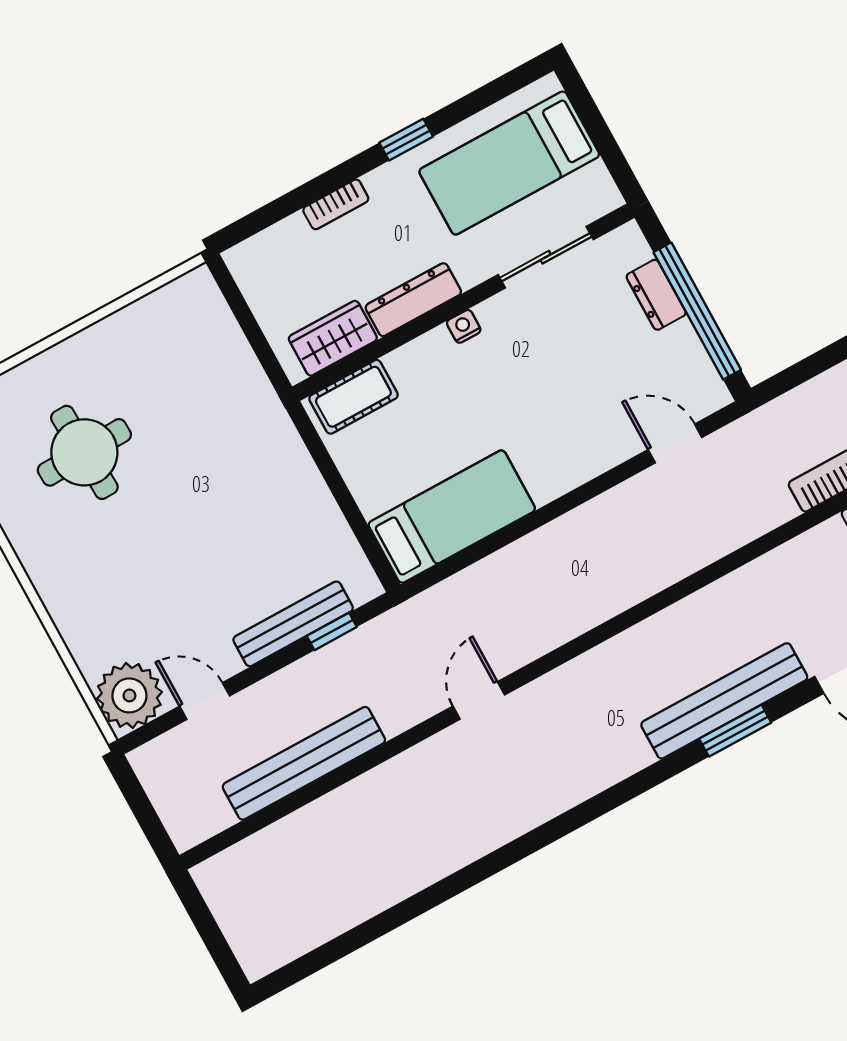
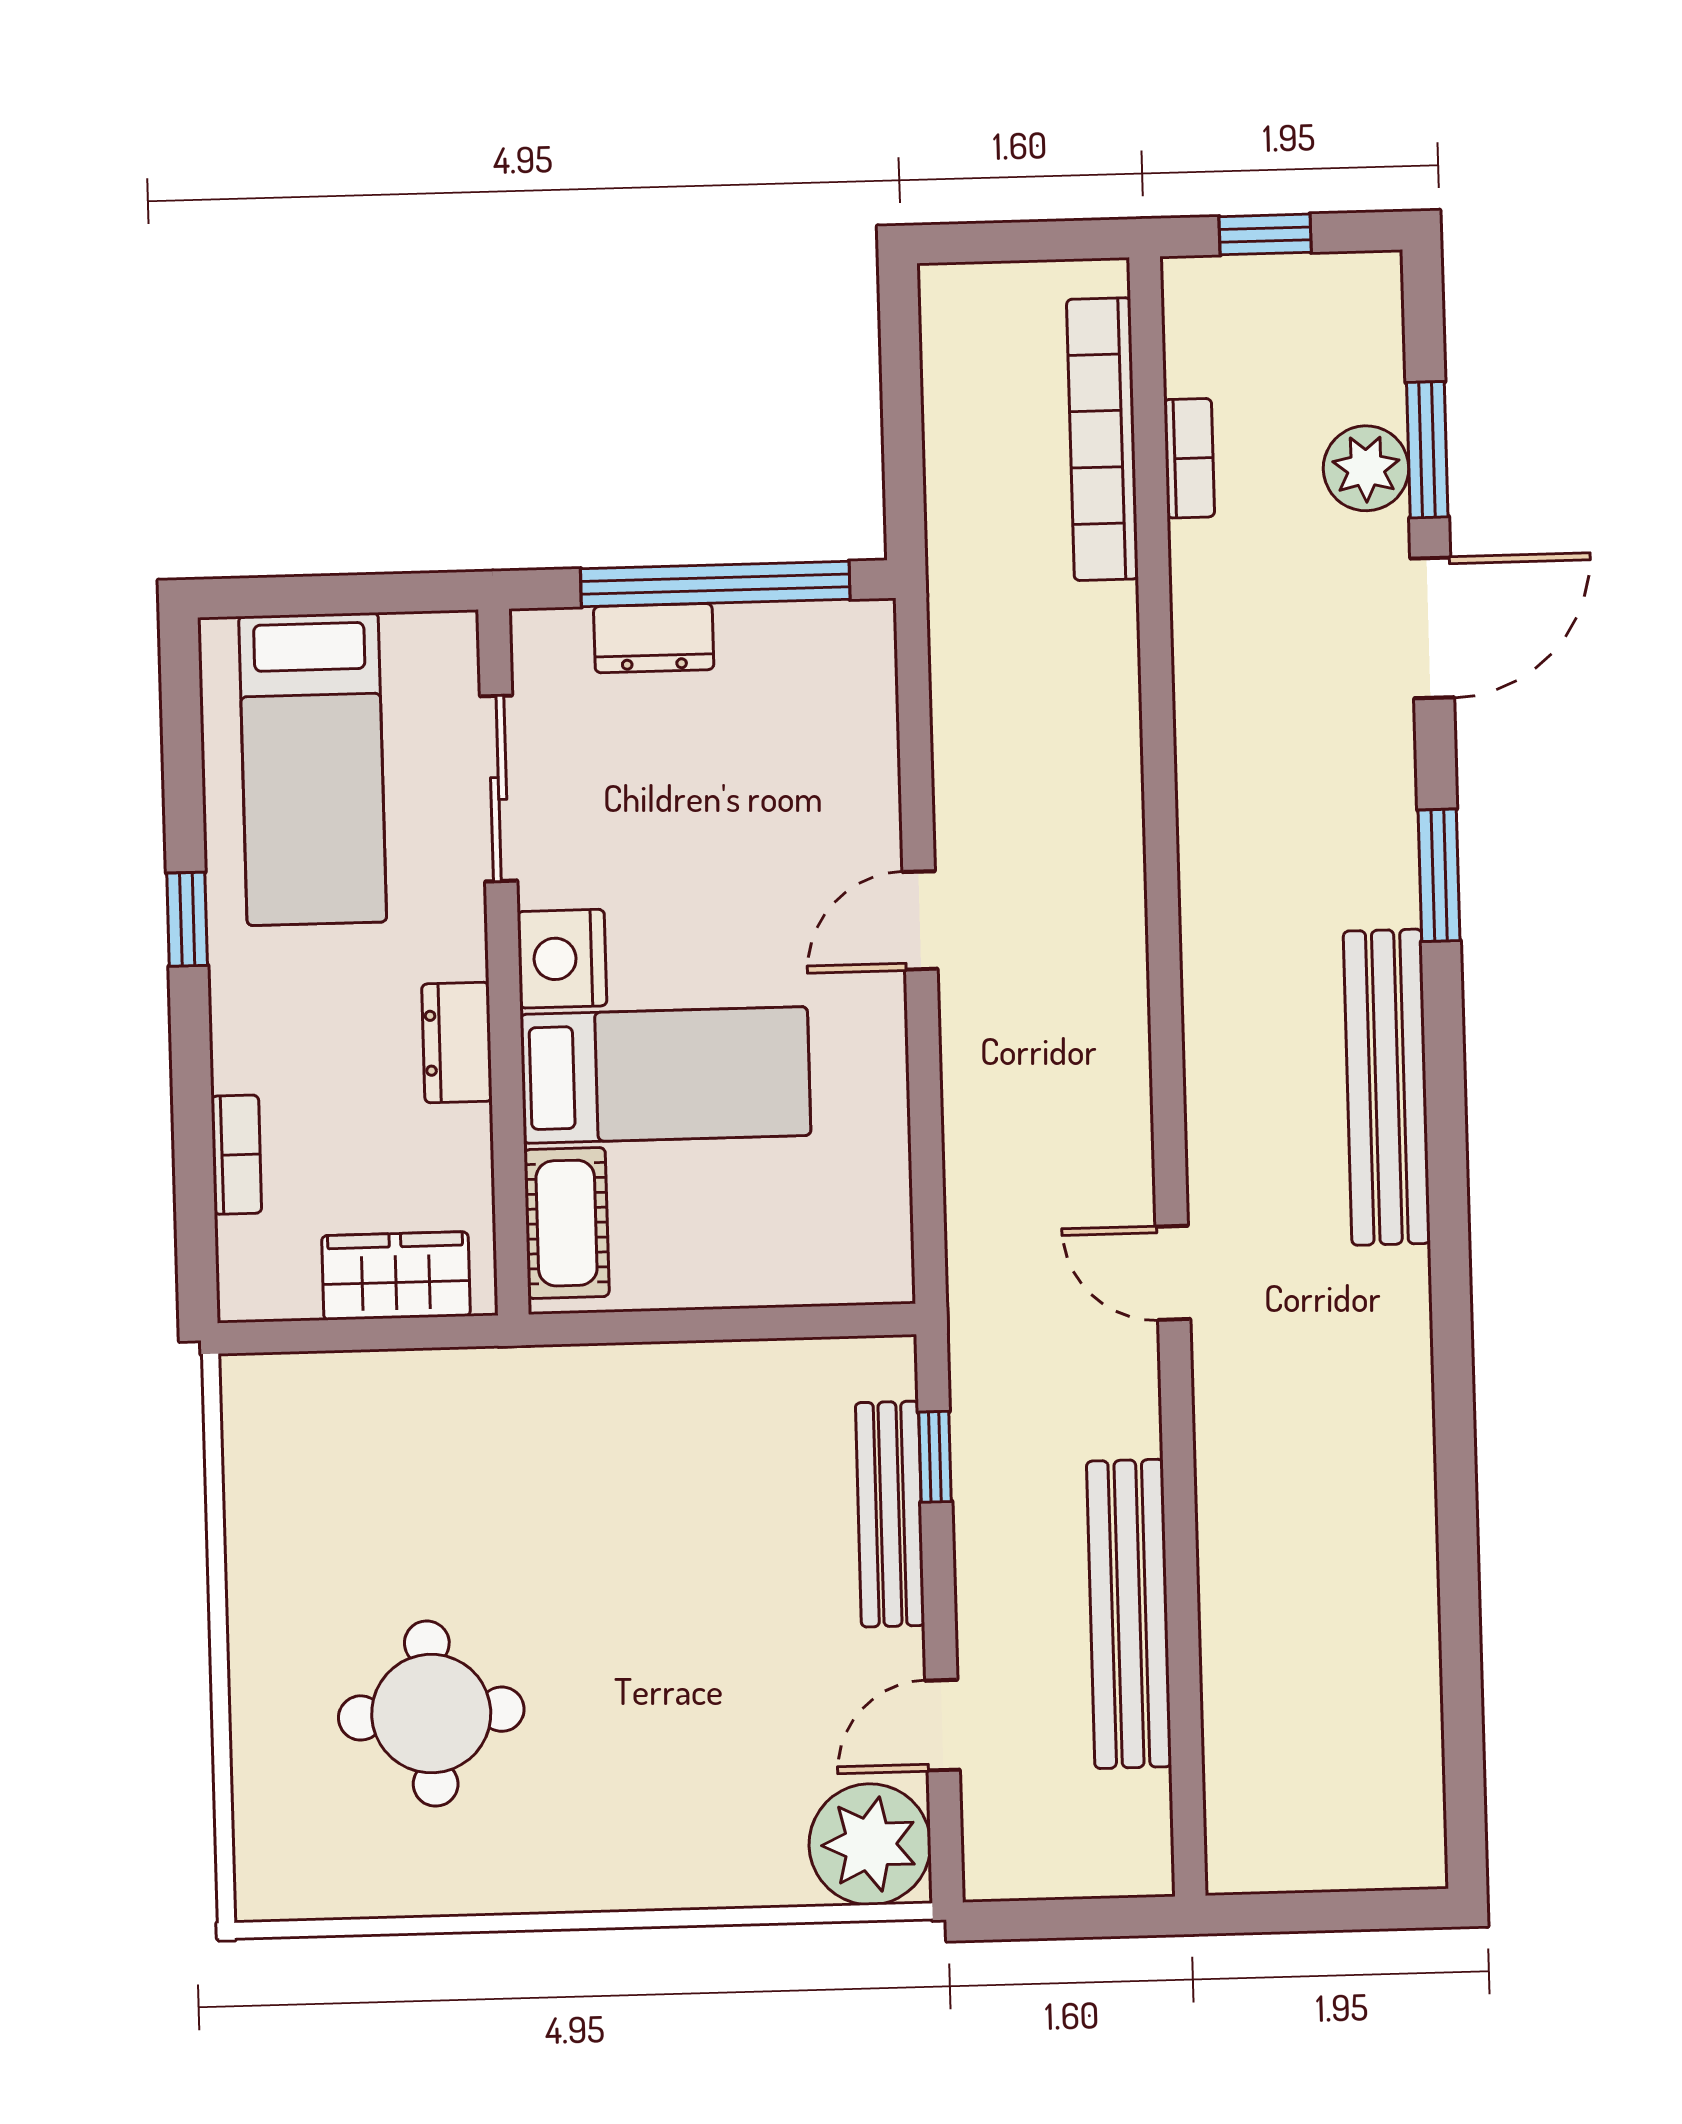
bookcase: (336, 204) -> (236, 1155), moved
dresser: (413, 300) -> (457, 1043), width x0.70
nightstand: (464, 326) -> (562, 959), width x1.89, depth x1.79
wardrobe: (333, 338) -> (396, 1276), moved, turned 90
door: (675, 443) -> (920, 920), moved
bed: (452, 517) -> (665, 1075), moved, turned 90
bench: (724, 701) -> (1387, 1087), moved

